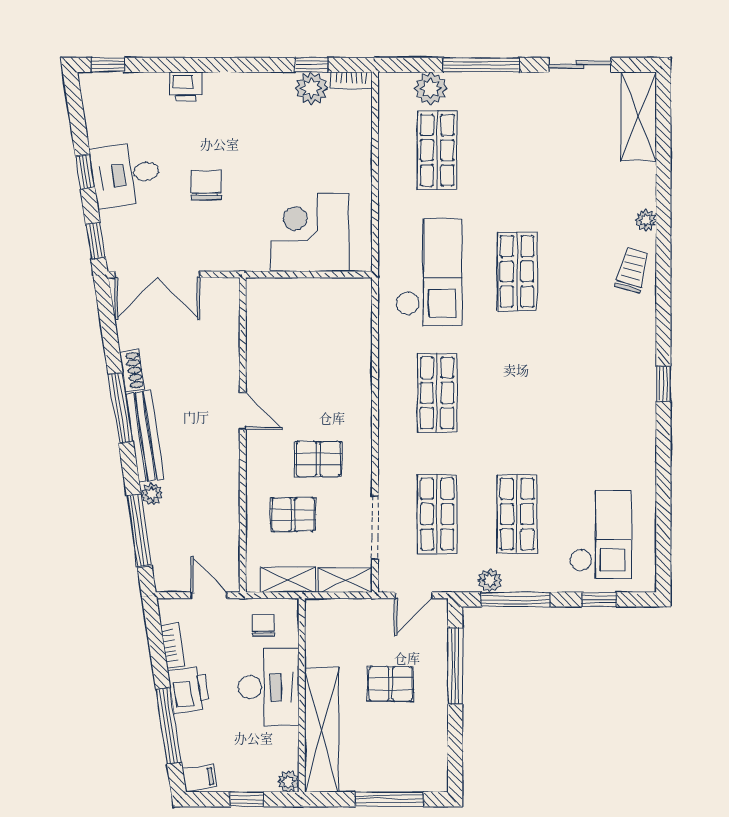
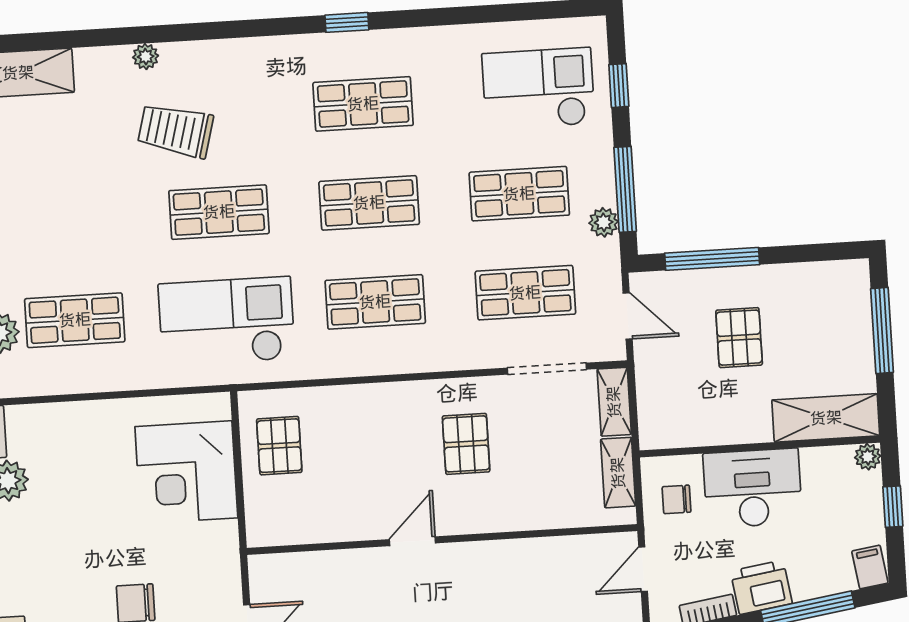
trolley: (632, 270) -> (176, 131), moved, width x1.36, depth x1.39
shop shelf: (517, 393) -> (369, 203), added
shop shelf: (597, 393) -> (363, 104), added
pallet: (293, 514) -> (279, 446), moved
shelving: (322, 730) -> (826, 418), width x0.68

